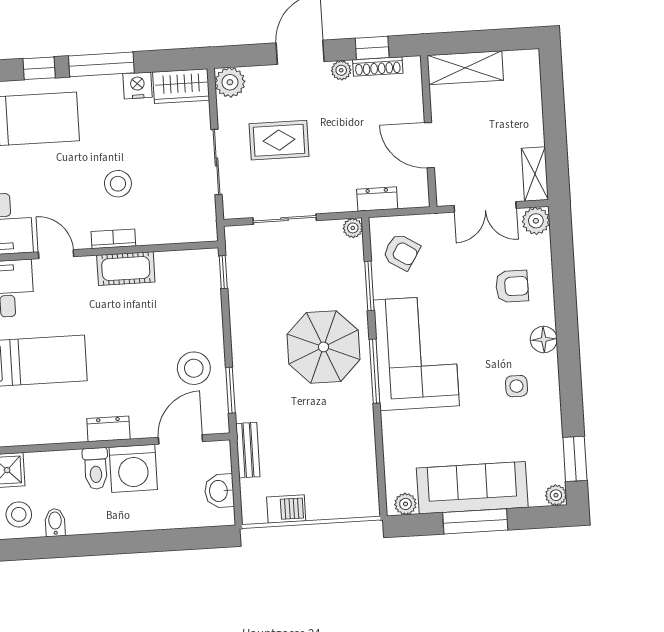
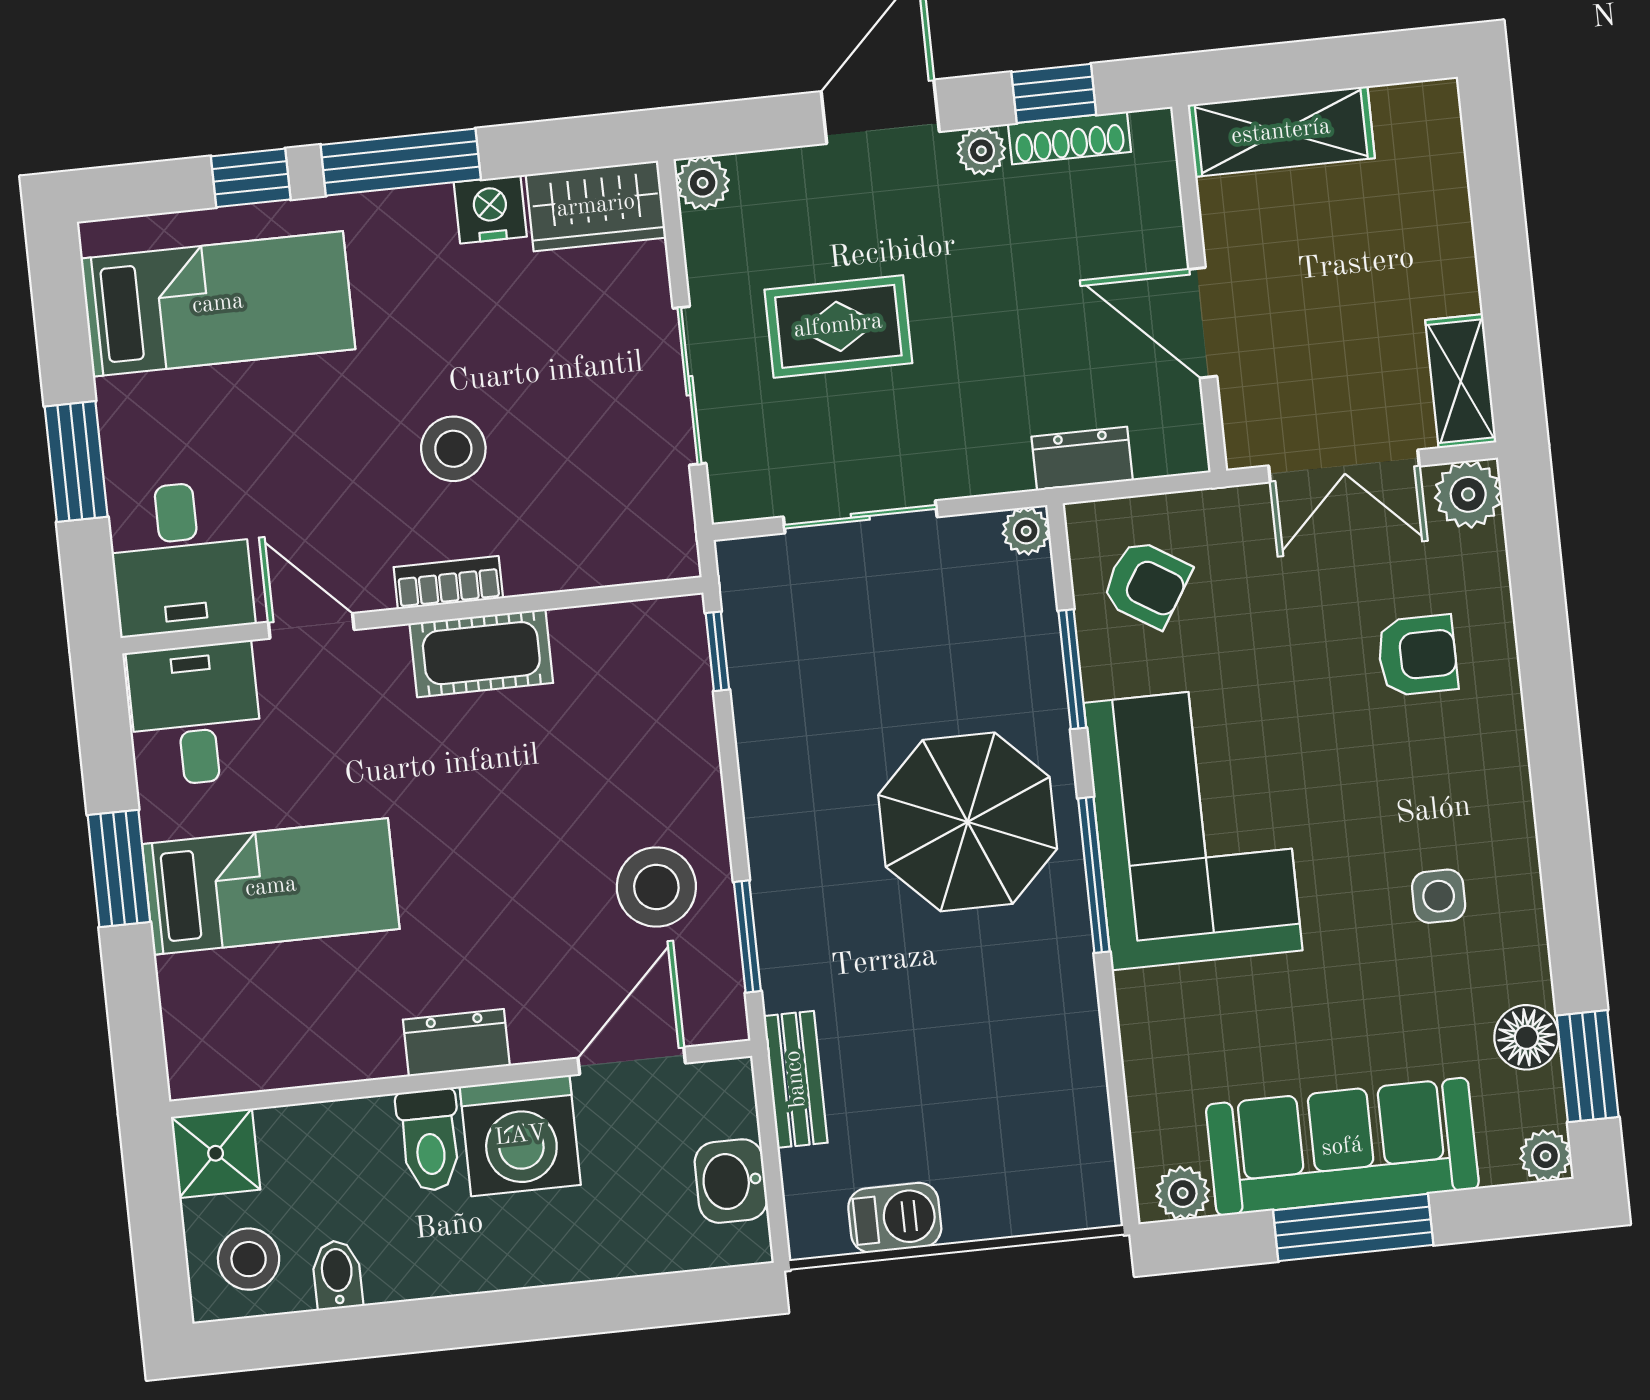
plant: (230, 82) -> (703, 183), width x0.73, depth x0.73
floor lamp: (544, 340) -> (1527, 1037), moved

